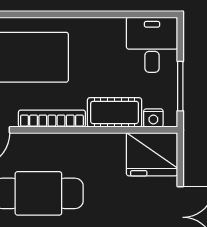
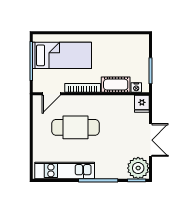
desk: (152, 45) -> (136, 49), removed
fridge: (152, 154) -> (142, 104), width x0.53, depth x0.75

